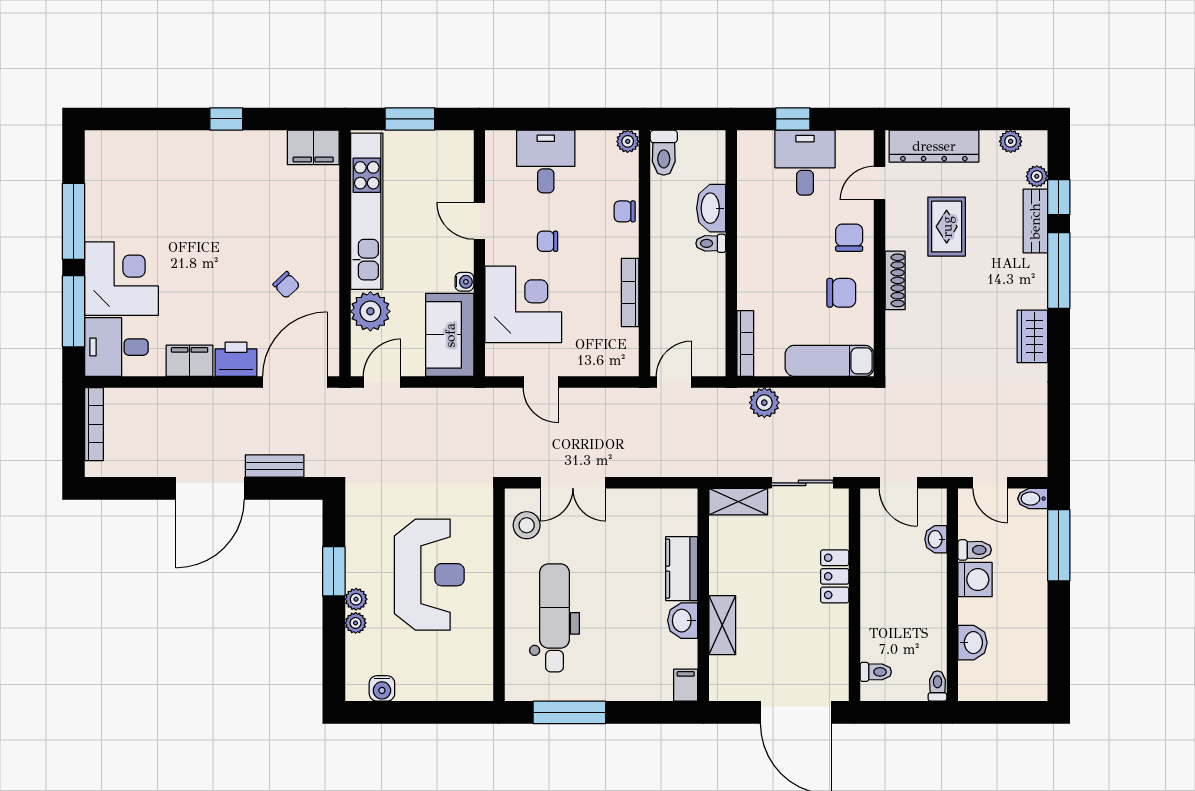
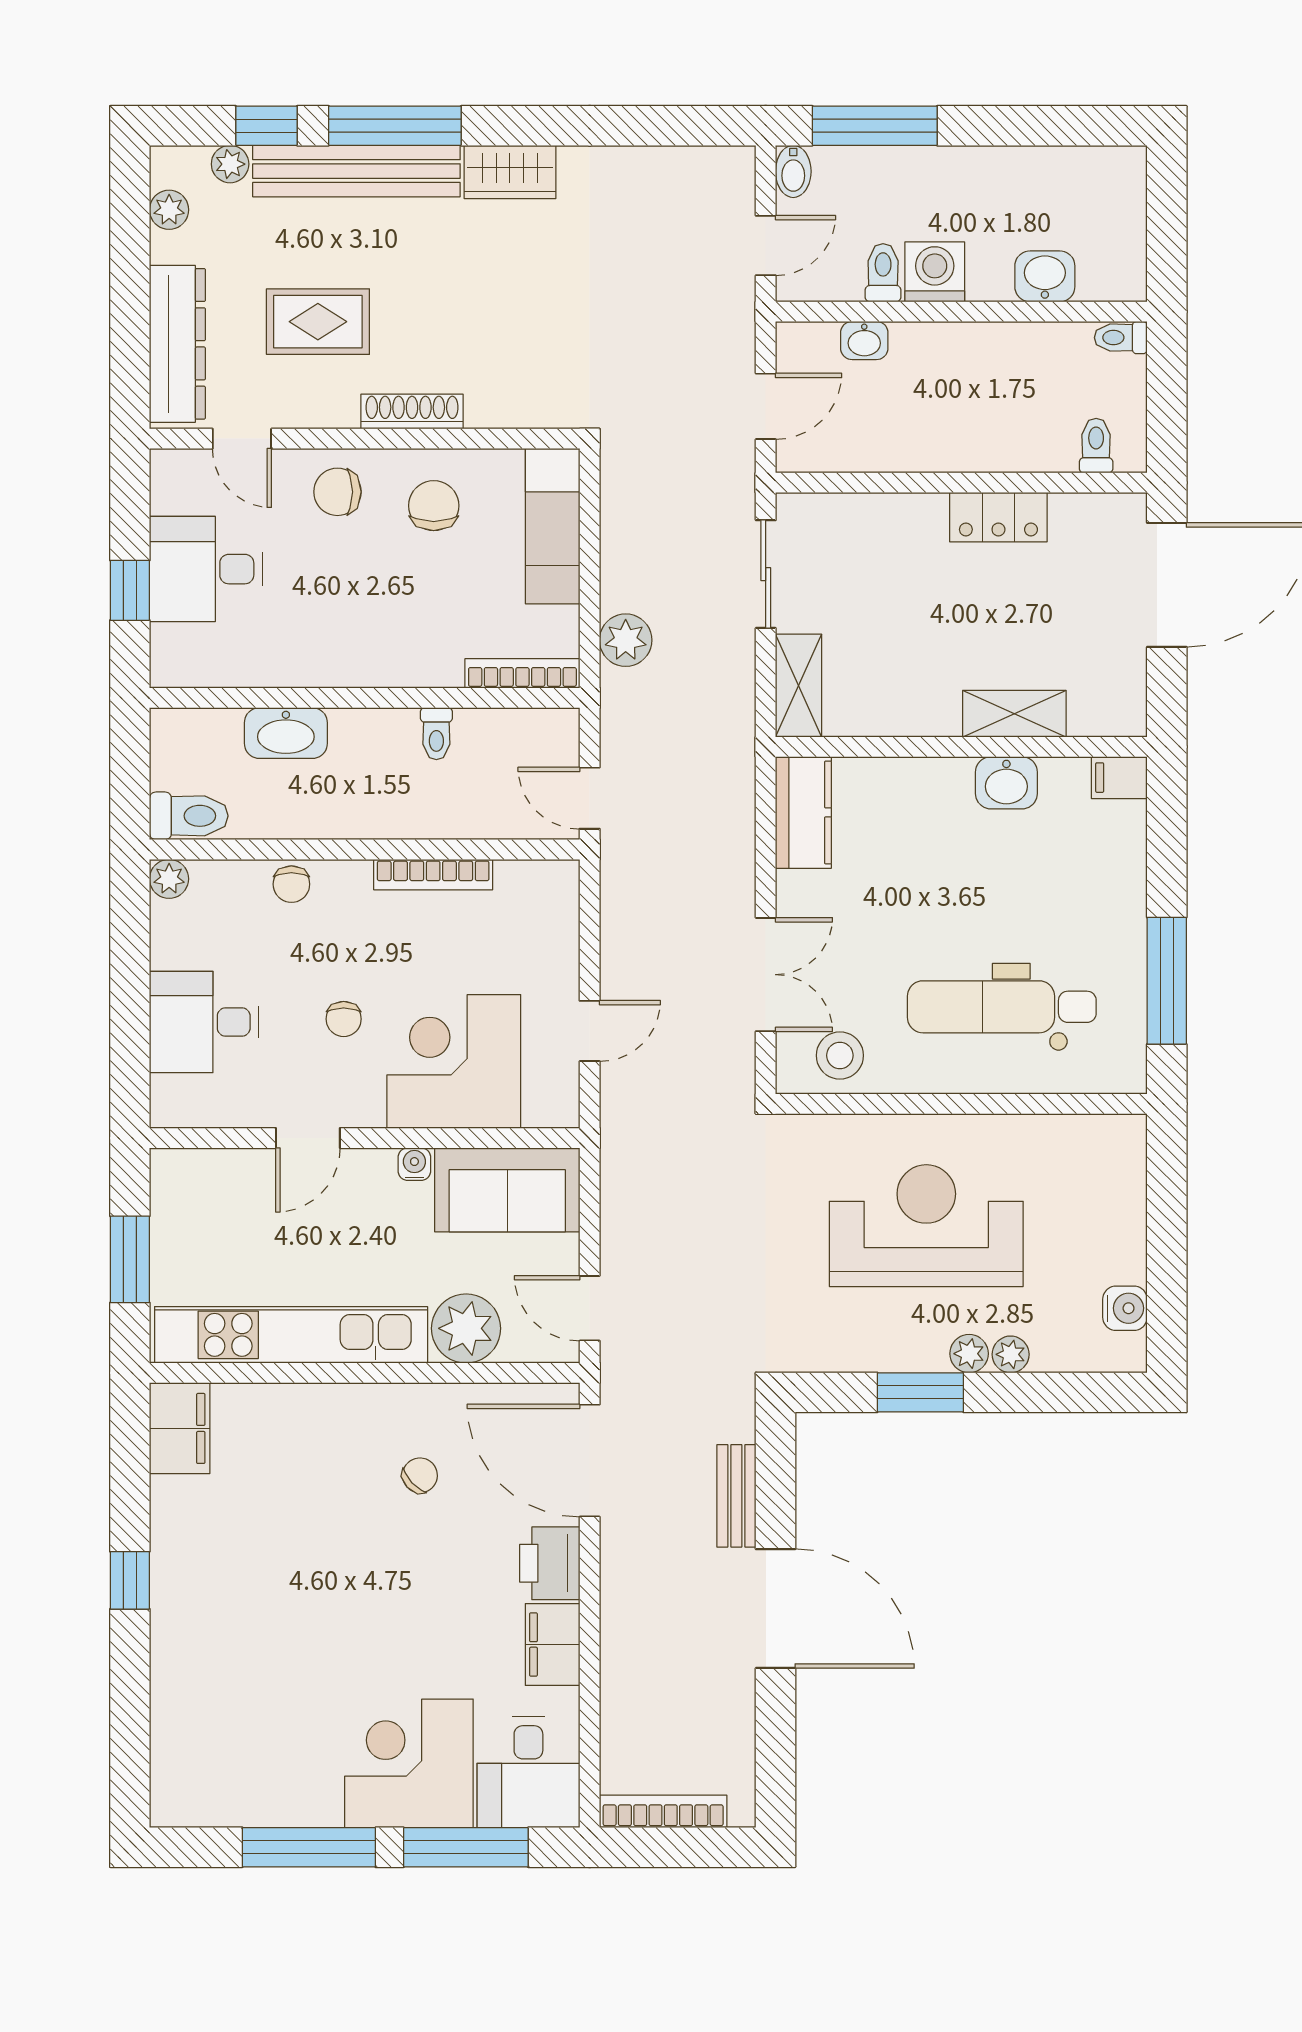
bench: (1035, 221) -> (356, 171), width x1.86, depth x1.21
toilet: (711, 243) -> (436, 734), moved
kitchen counter: (682, 569) -> (803, 812), moved, turned -90
locker: (835, 576) -> (998, 517), moved

